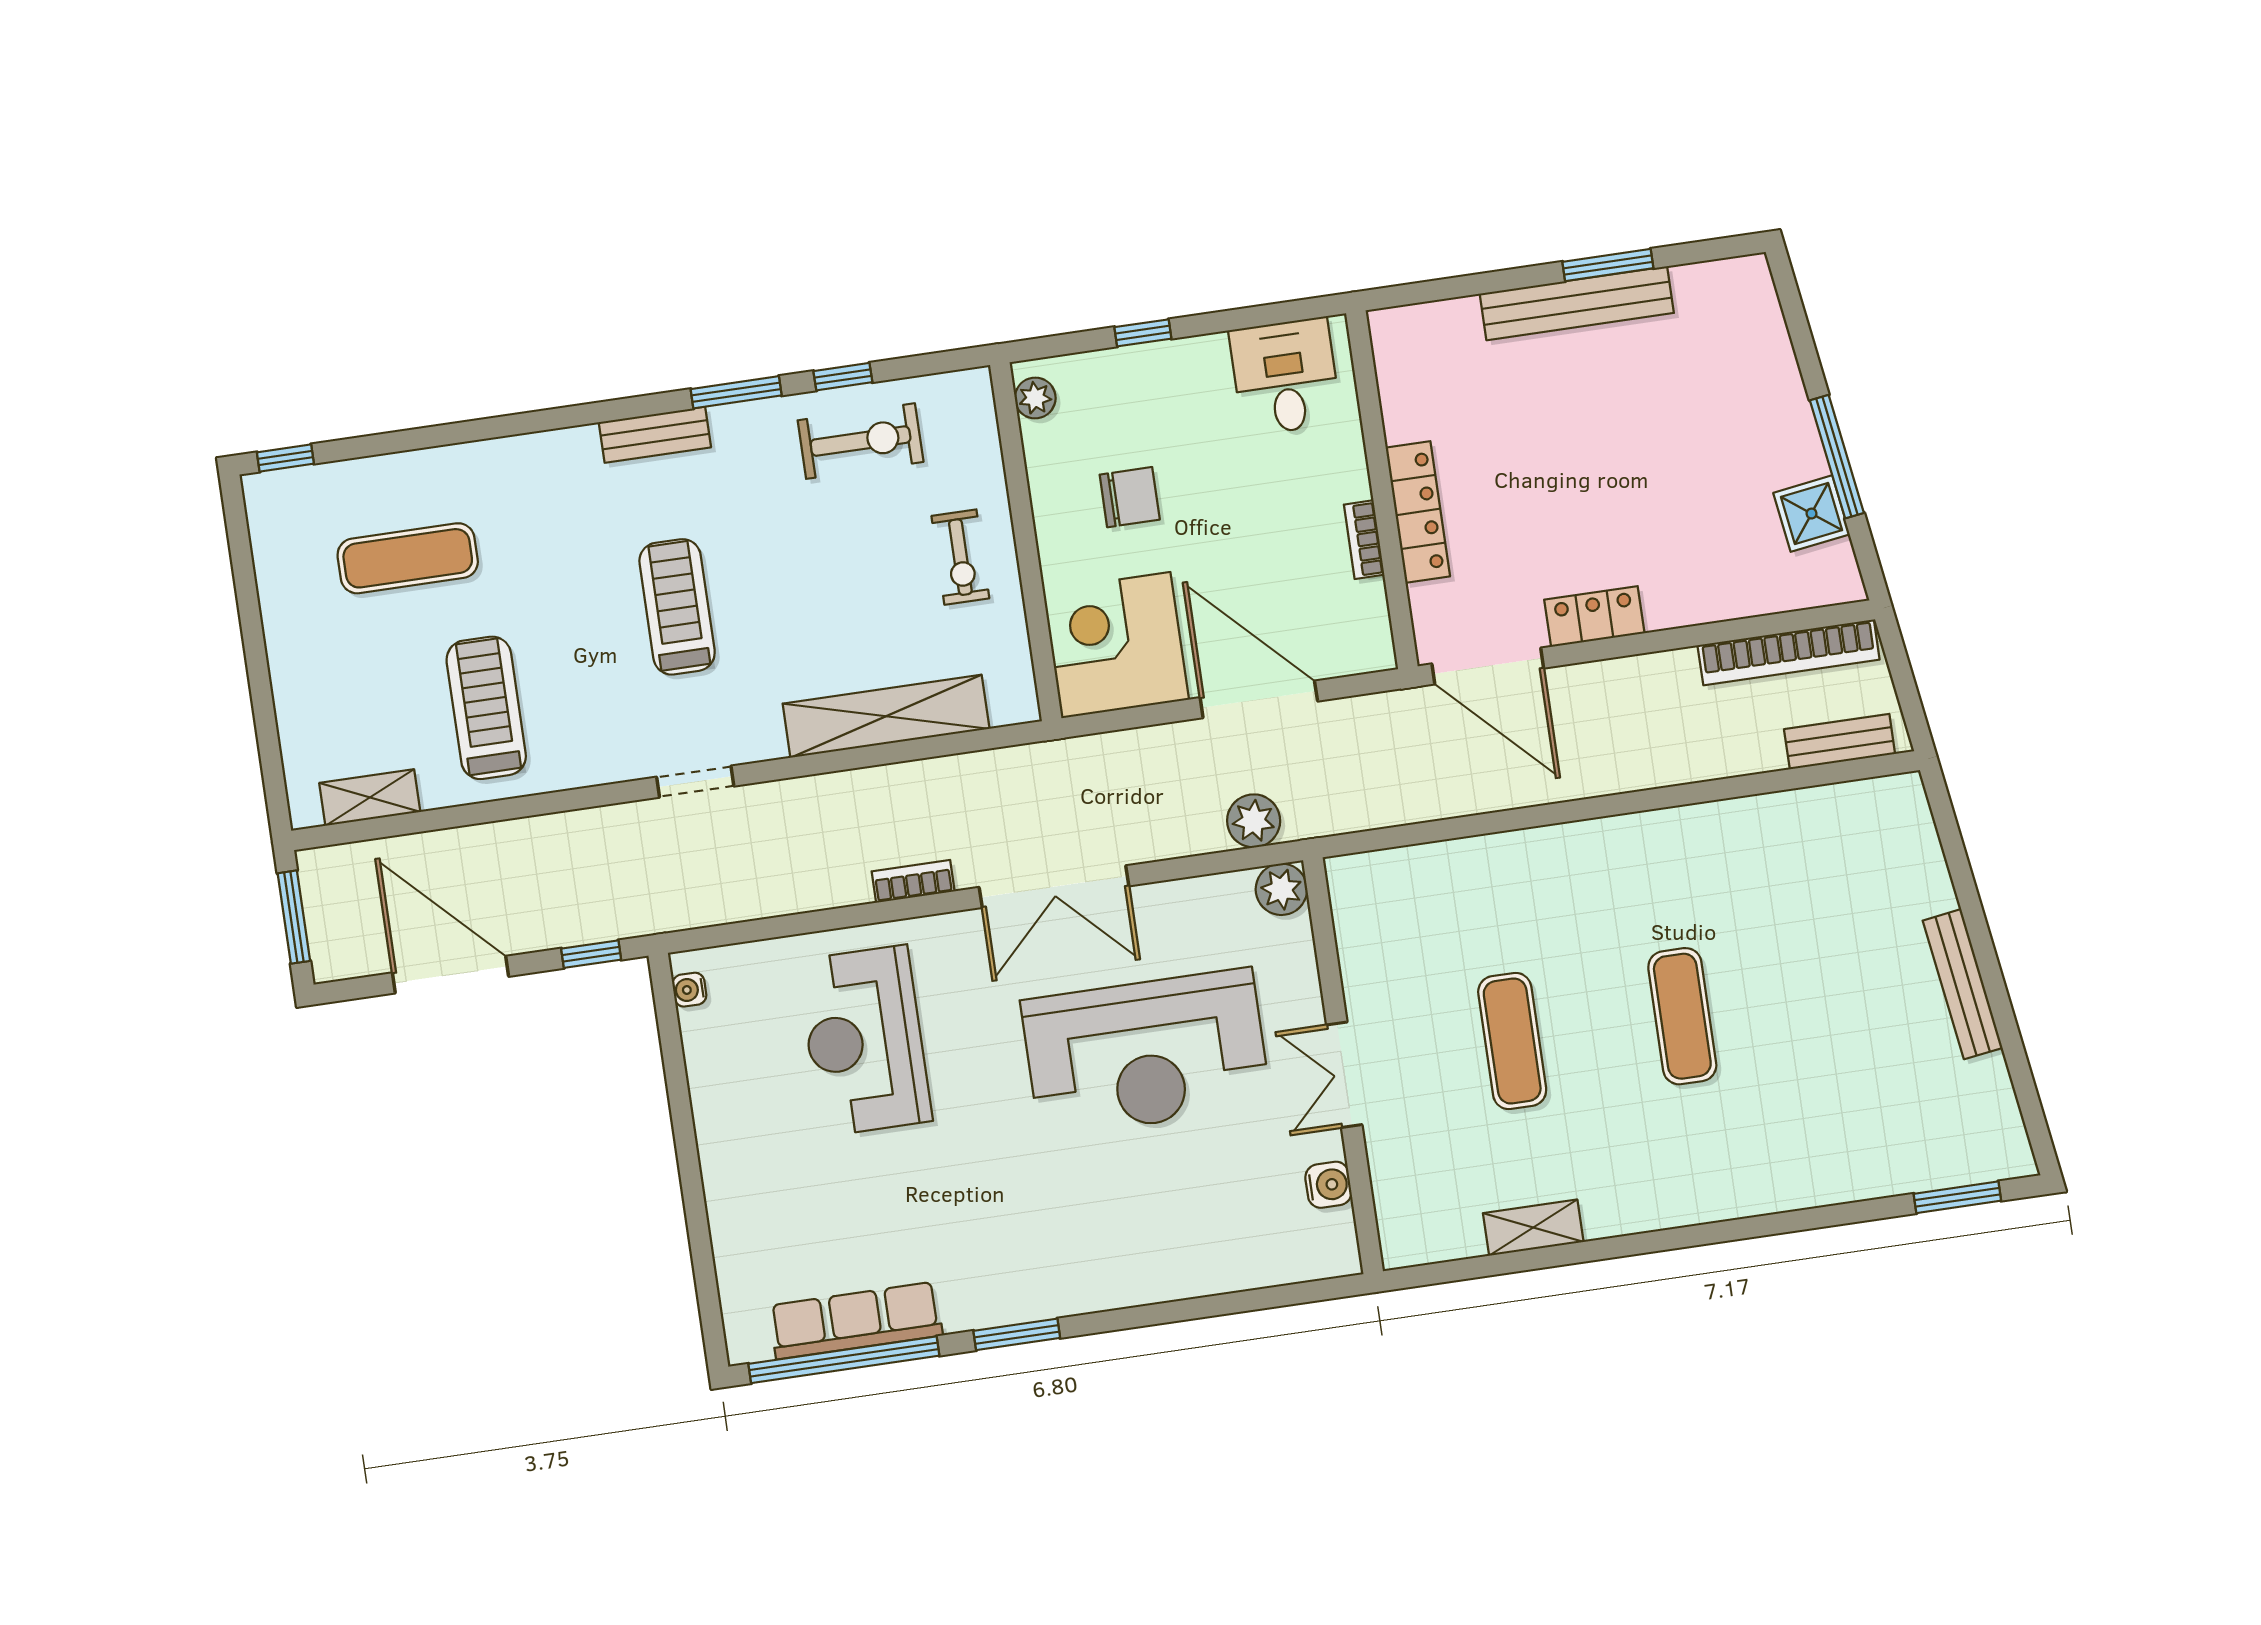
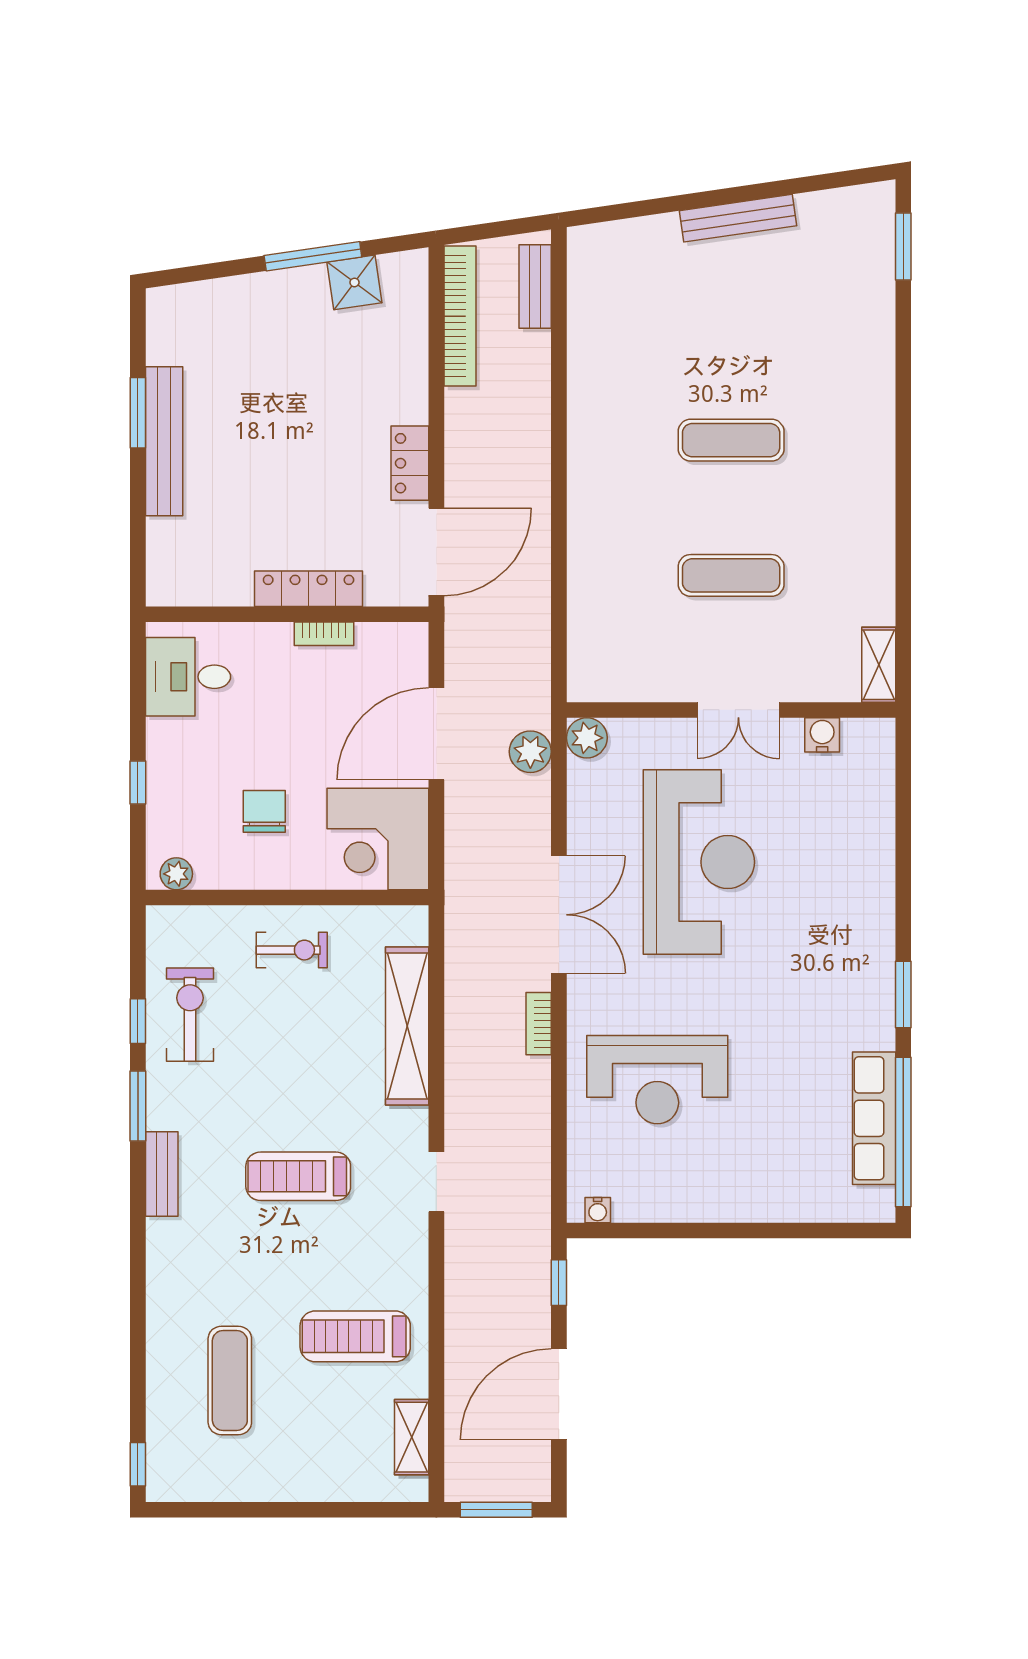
shelving: (1533, 1228) -> (879, 665), moved

